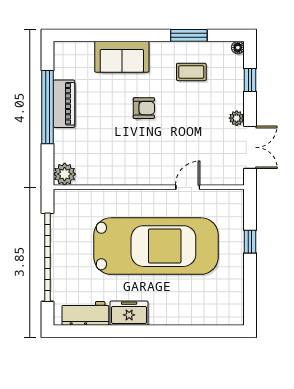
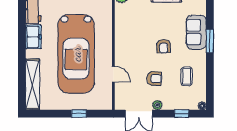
window: (189, 35) -> (210, 41), moved
armchair: (195, 123) -> (154, 79), added
shelving: (204, 315) -> (32, 84), added

